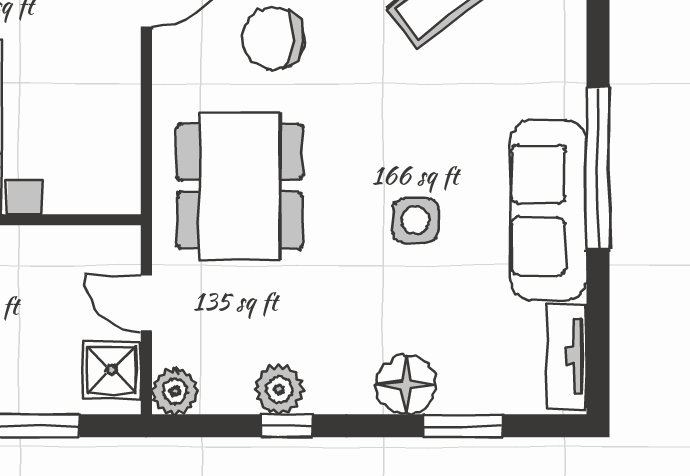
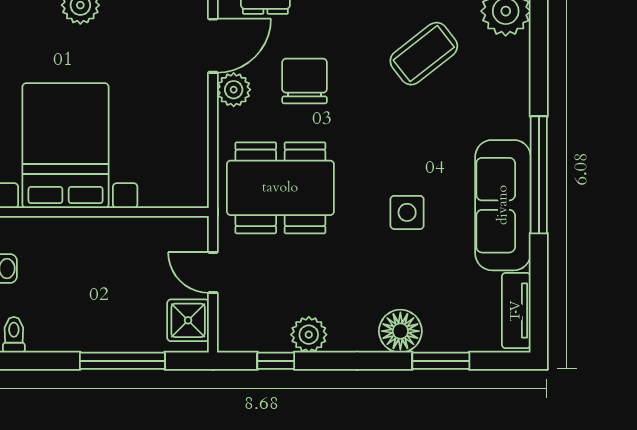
chair: (273, 38) -> (305, 81), turned 85
dining table: (240, 186) -> (280, 188), turned 90
plant: (175, 391) -> (234, 90), moved
window: (287, 426) -> (276, 361), moved

